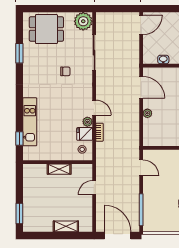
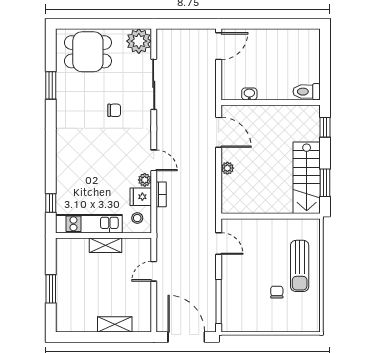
kitchen unit: (30, 122) -> (89, 224), moved, turned -90
window: (19, 214) -> (51, 289), moved

